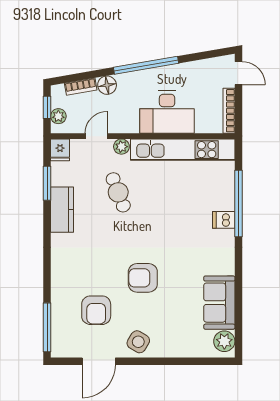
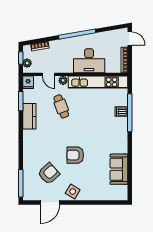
floor lamp: (107, 85) -> (55, 45), removed
door: (96, 136) -> (49, 74), swing flipped
dishwasher: (224, 220) -> (121, 112), moved
armchair: (96, 310) -> (49, 174), turned -132
plant: (224, 341) -> (122, 191), removed

